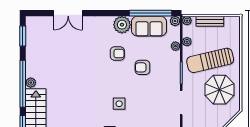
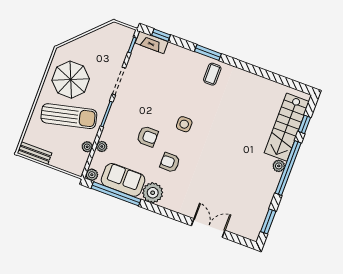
plant: (187, 21) -> (78, 170), removed
bench: (210, 21) -> (34, 153), moved
side table: (119, 104) -> (184, 124), moved

